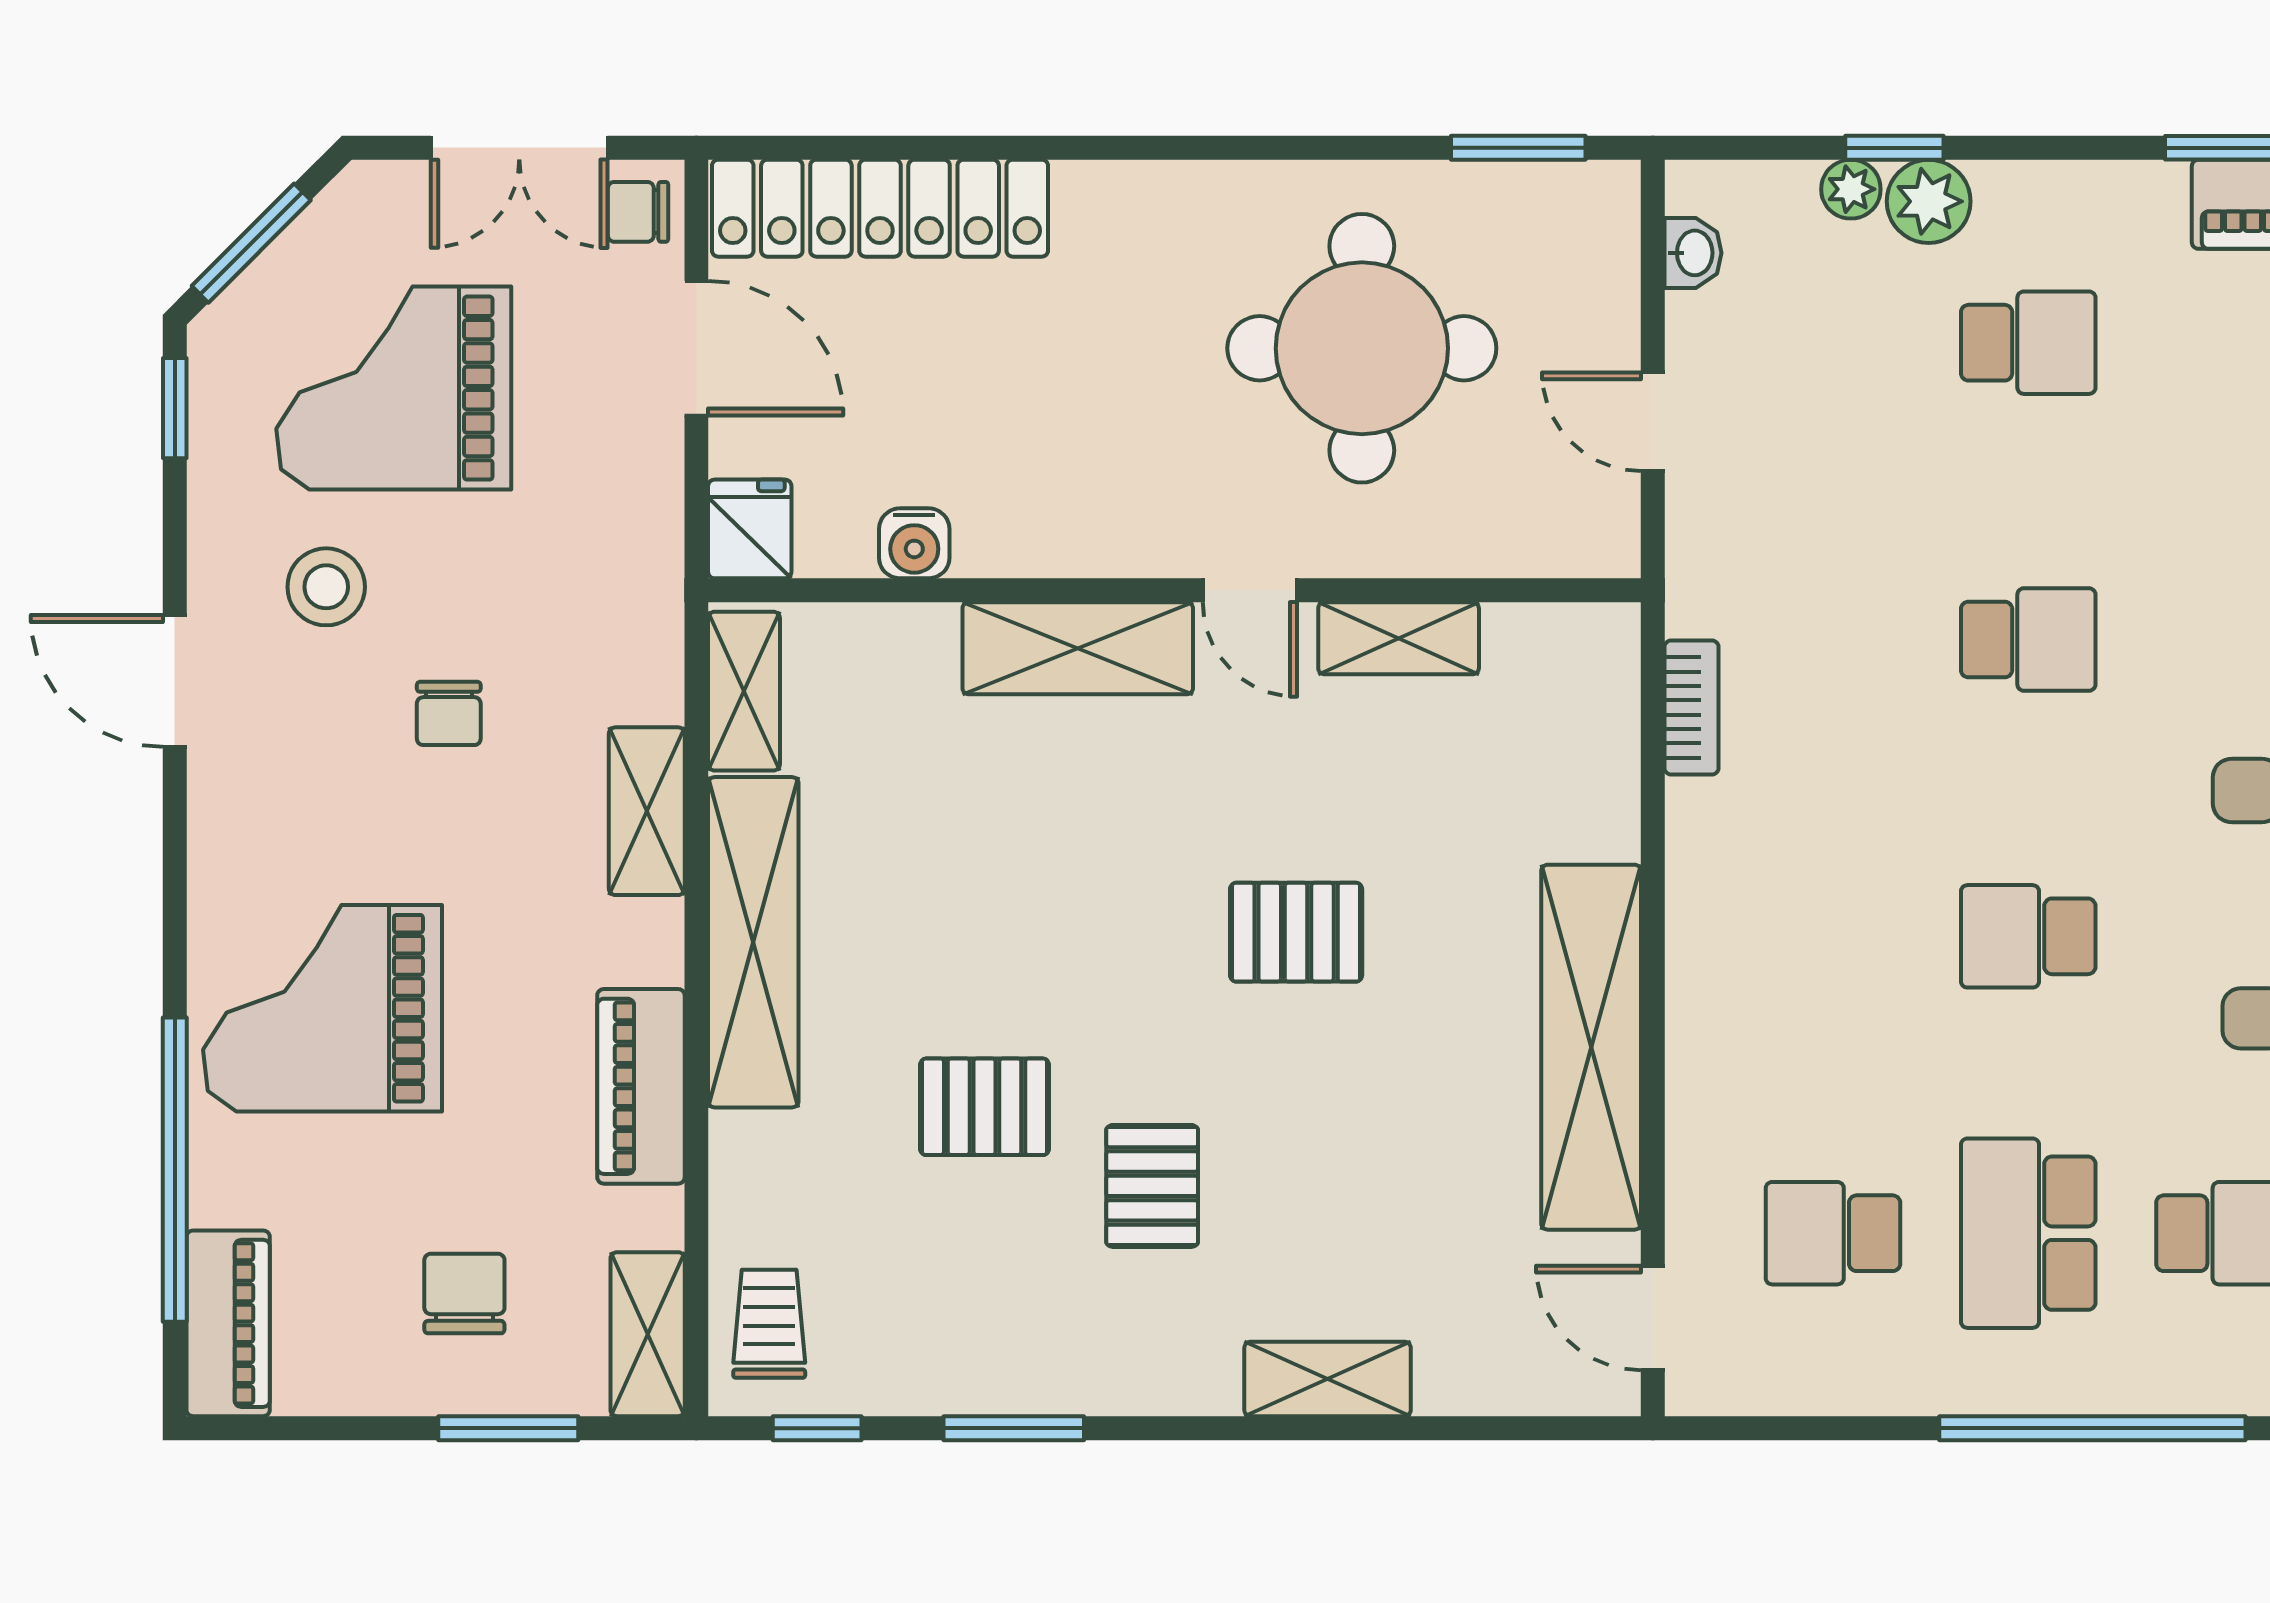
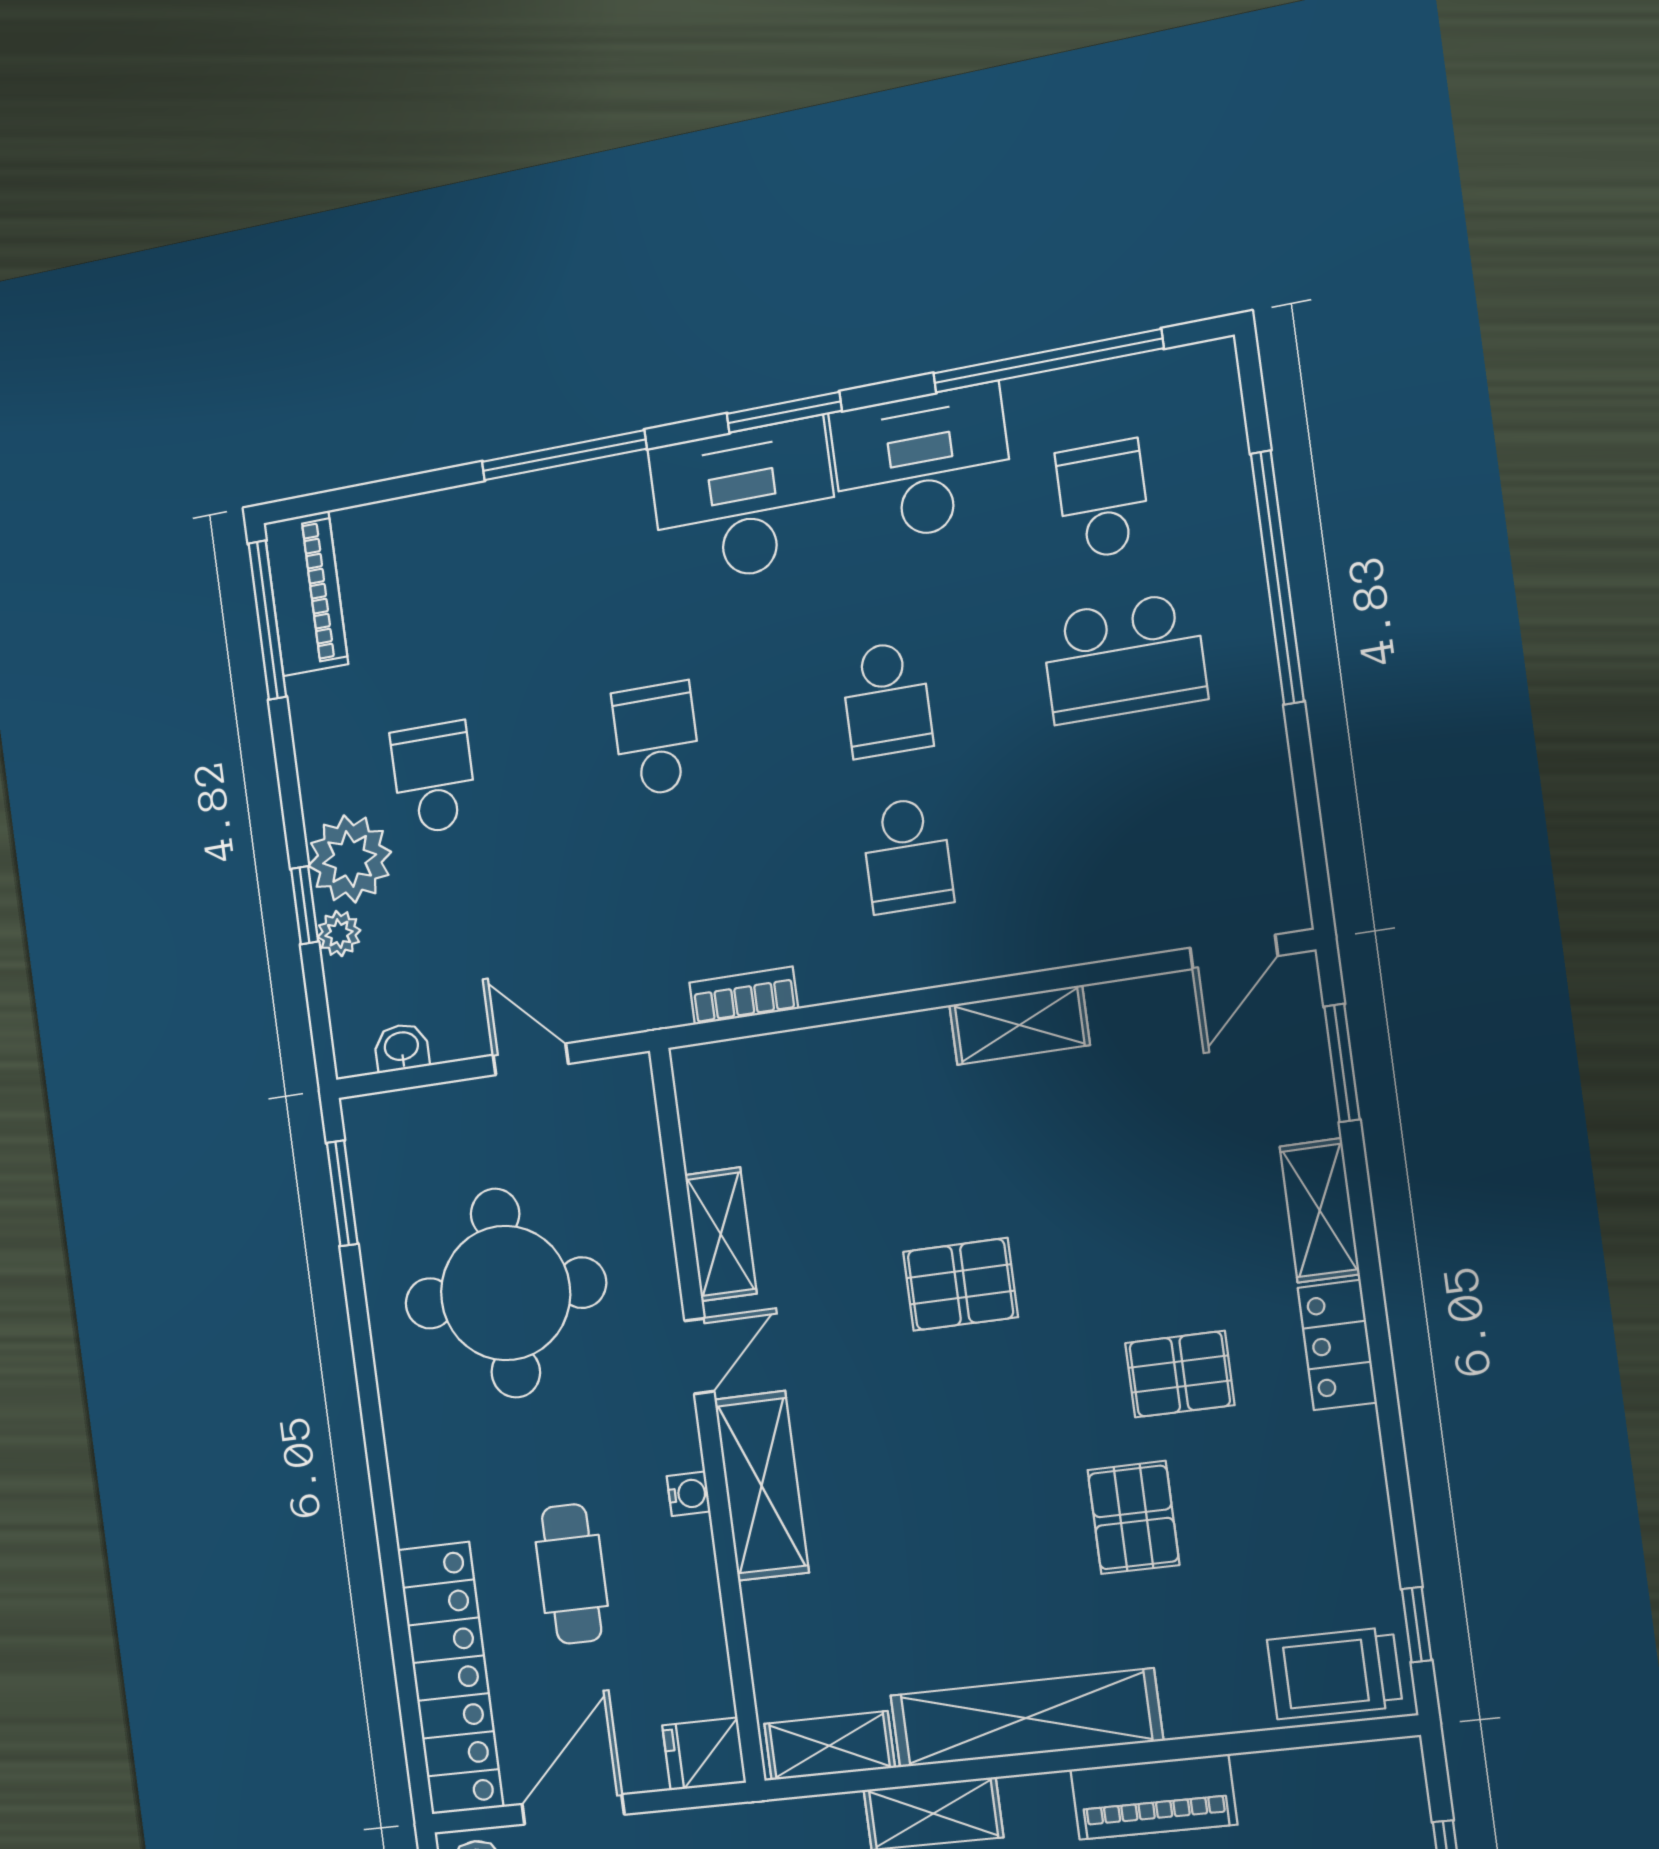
plant: (1929, 201) -> (350, 859), width x1.36, depth x1.36
cafe table: (995, 387) -> (572, 1574), added
door: (1653, 422) -> (531, 1059), swing flipped
water cooler: (914, 543) -> (689, 1494), moved, width x0.72, depth x0.72
pallet: (1296, 932) -> (960, 1284), turned 90
shelving: (1591, 1047) -> (1019, 1025), width x0.45, depth x0.75
school desk: (1833, 1233) -> (907, 855), moved
trolley: (769, 1324) -> (1335, 1673), width x1.36, depth x1.39
shelving: (648, 1334) -> (1357, 1772), removed
locker: (1163, 1379) -> (1337, 1345), added
window: (1014, 1428) -> (1342, 1063), moved

